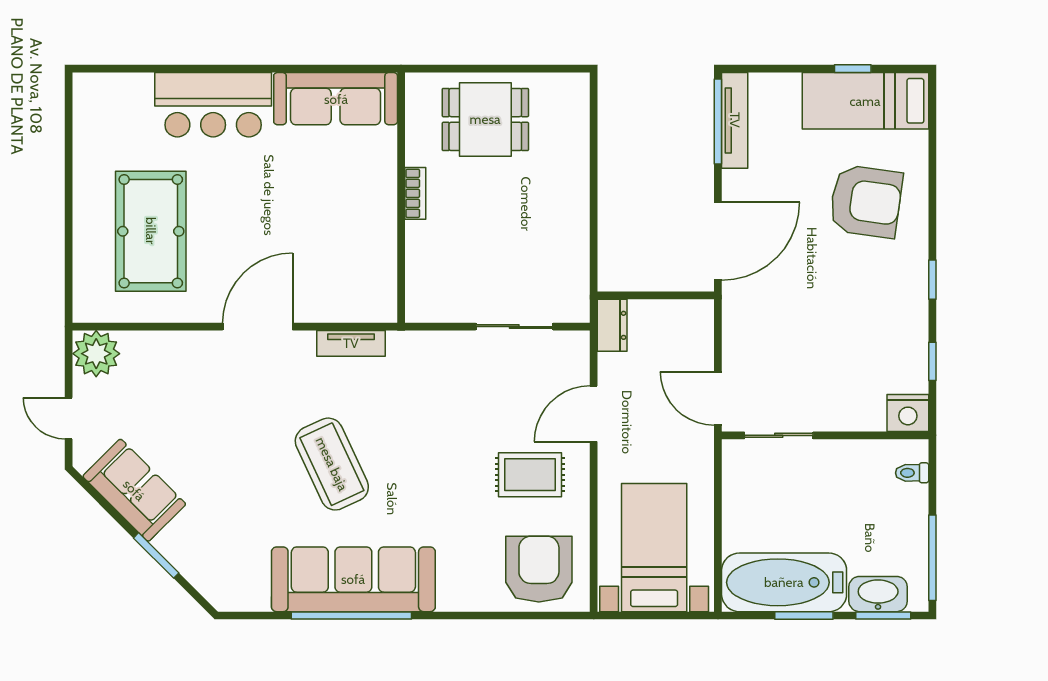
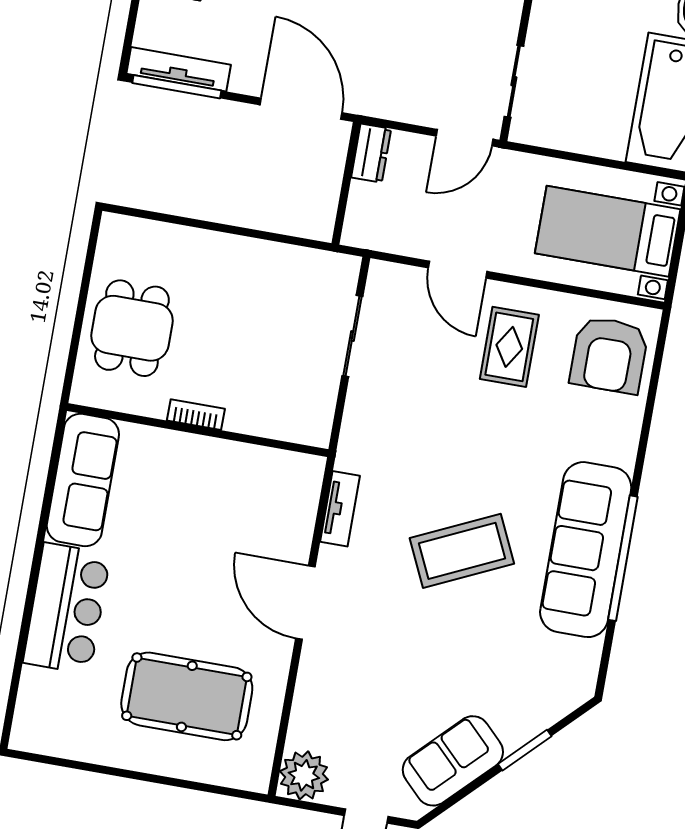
dresser: (612, 325) -> (371, 153), moved, turned 90
armchair: (539, 569) -> (609, 355), turned -90

